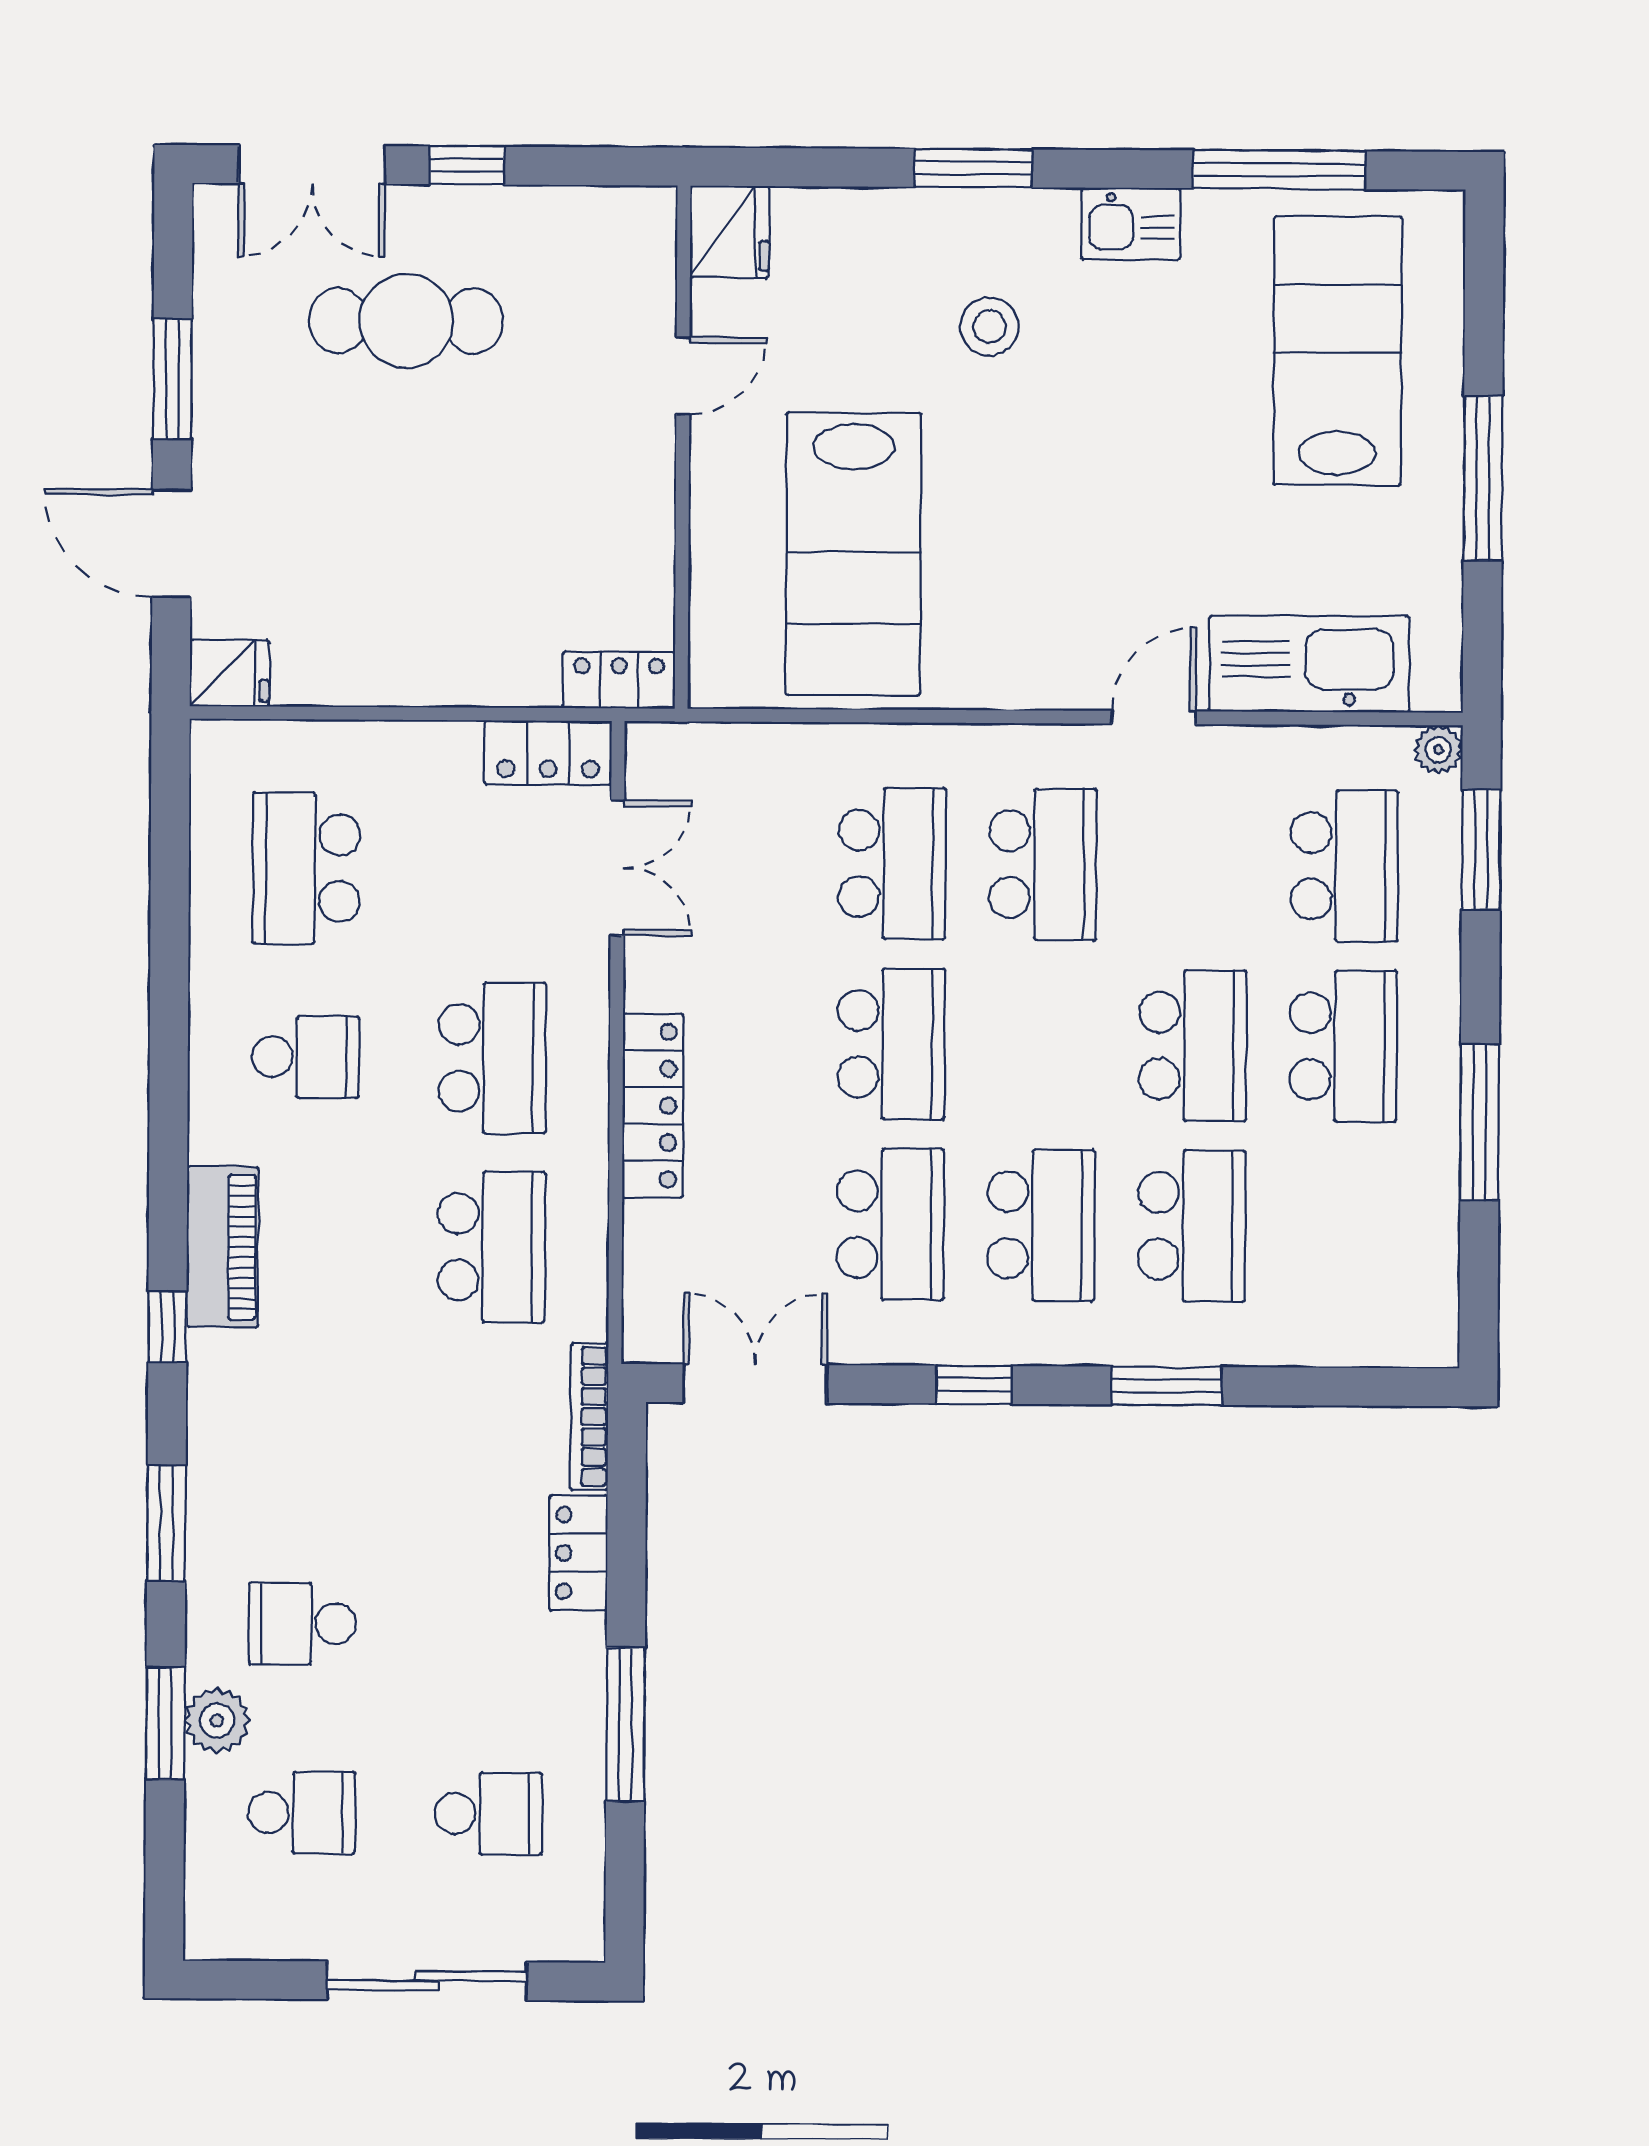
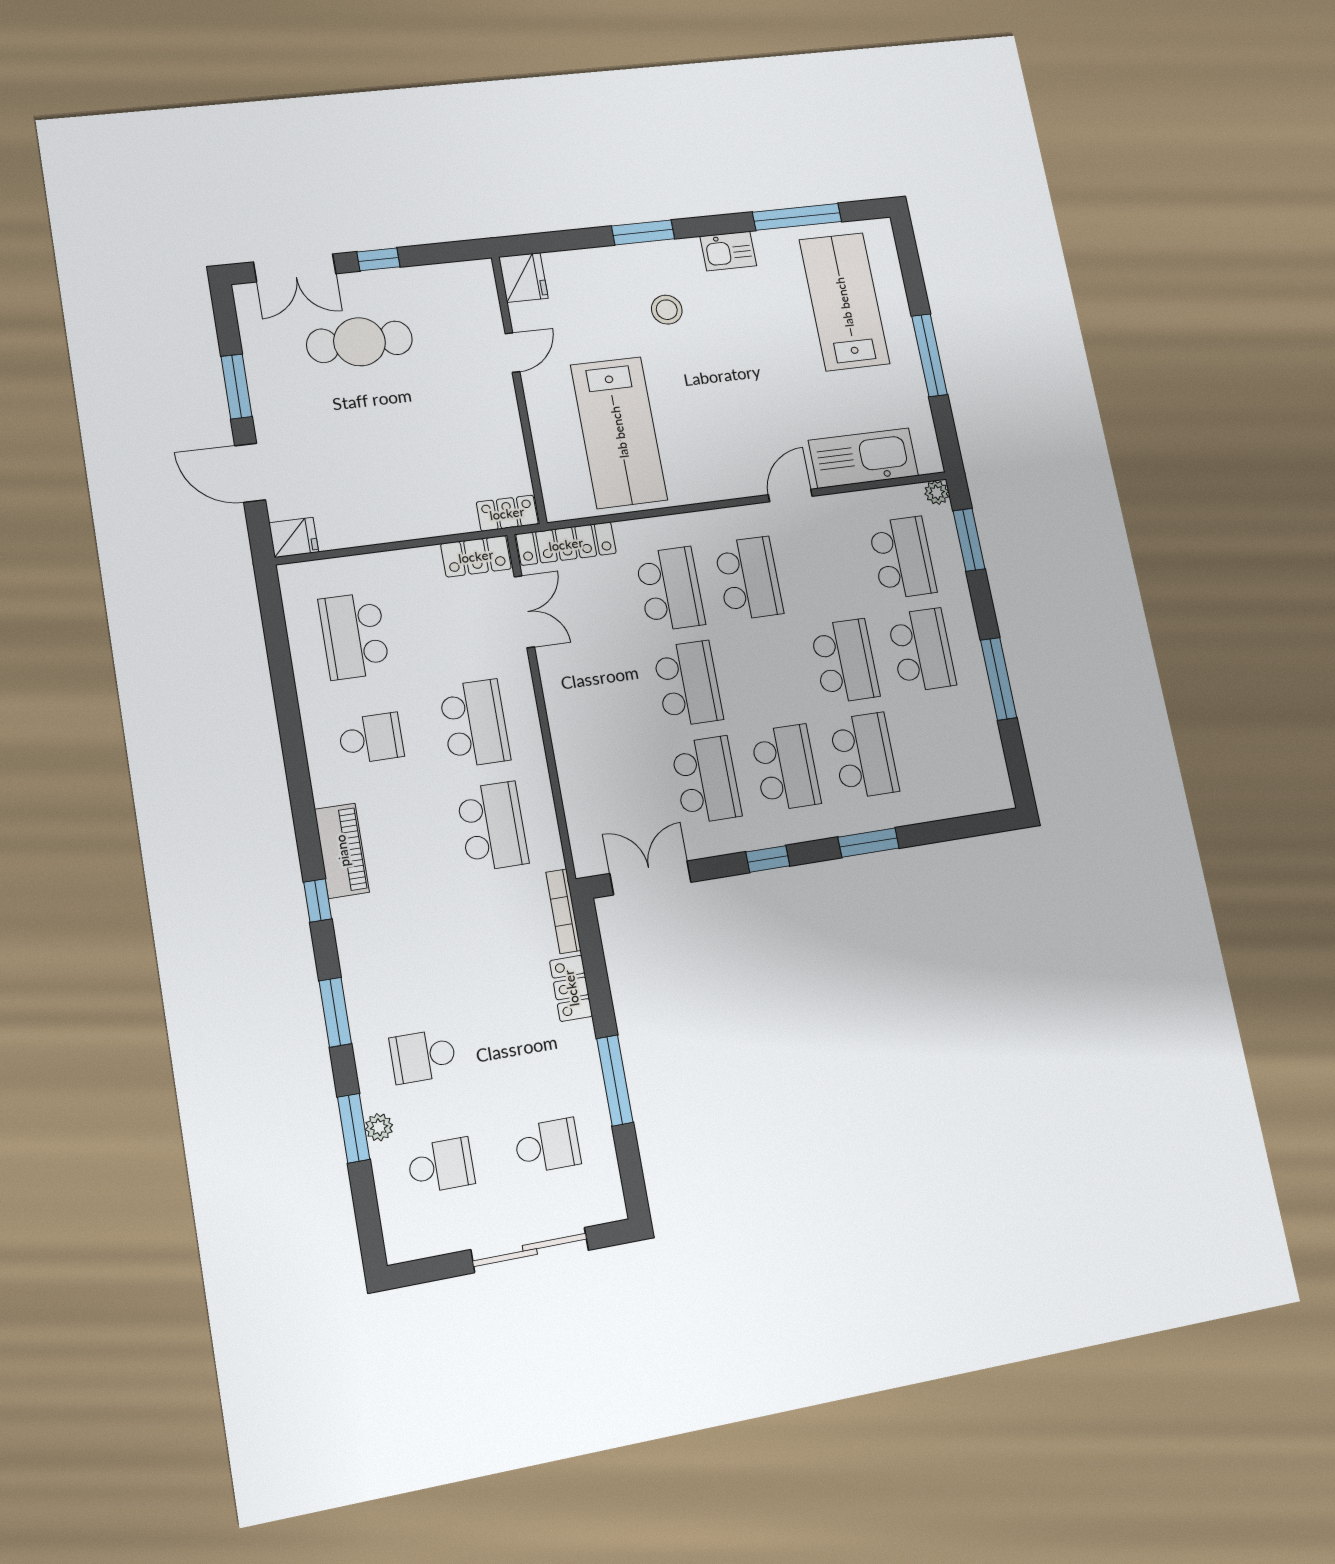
locker: (653, 1106) -> (566, 544), moved, turned 90
plant: (217, 1721) -> (379, 1127), width x0.73, depth x0.73

